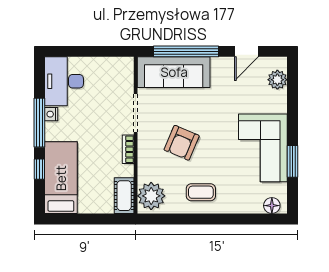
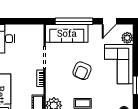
armchair: (182, 143) -> (82, 71), moved
corner sofa: (263, 148) -> (119, 64), moved

